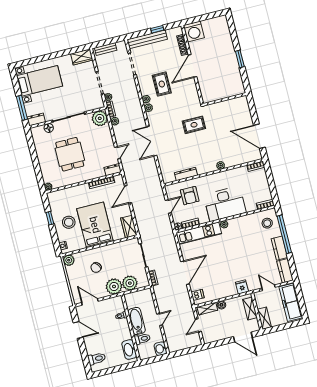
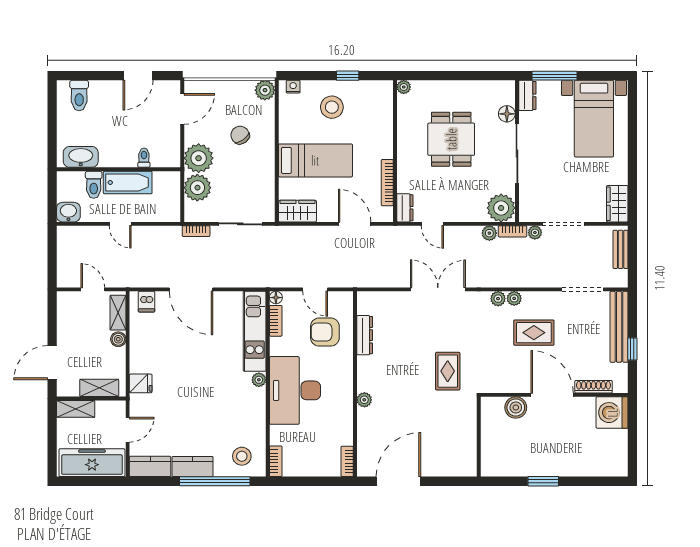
boiler: (204, 84) -> (516, 408), added
dining table: (70, 154) -> (451, 139), turned 90
bed: (95, 225) -> (315, 160), width x0.67

